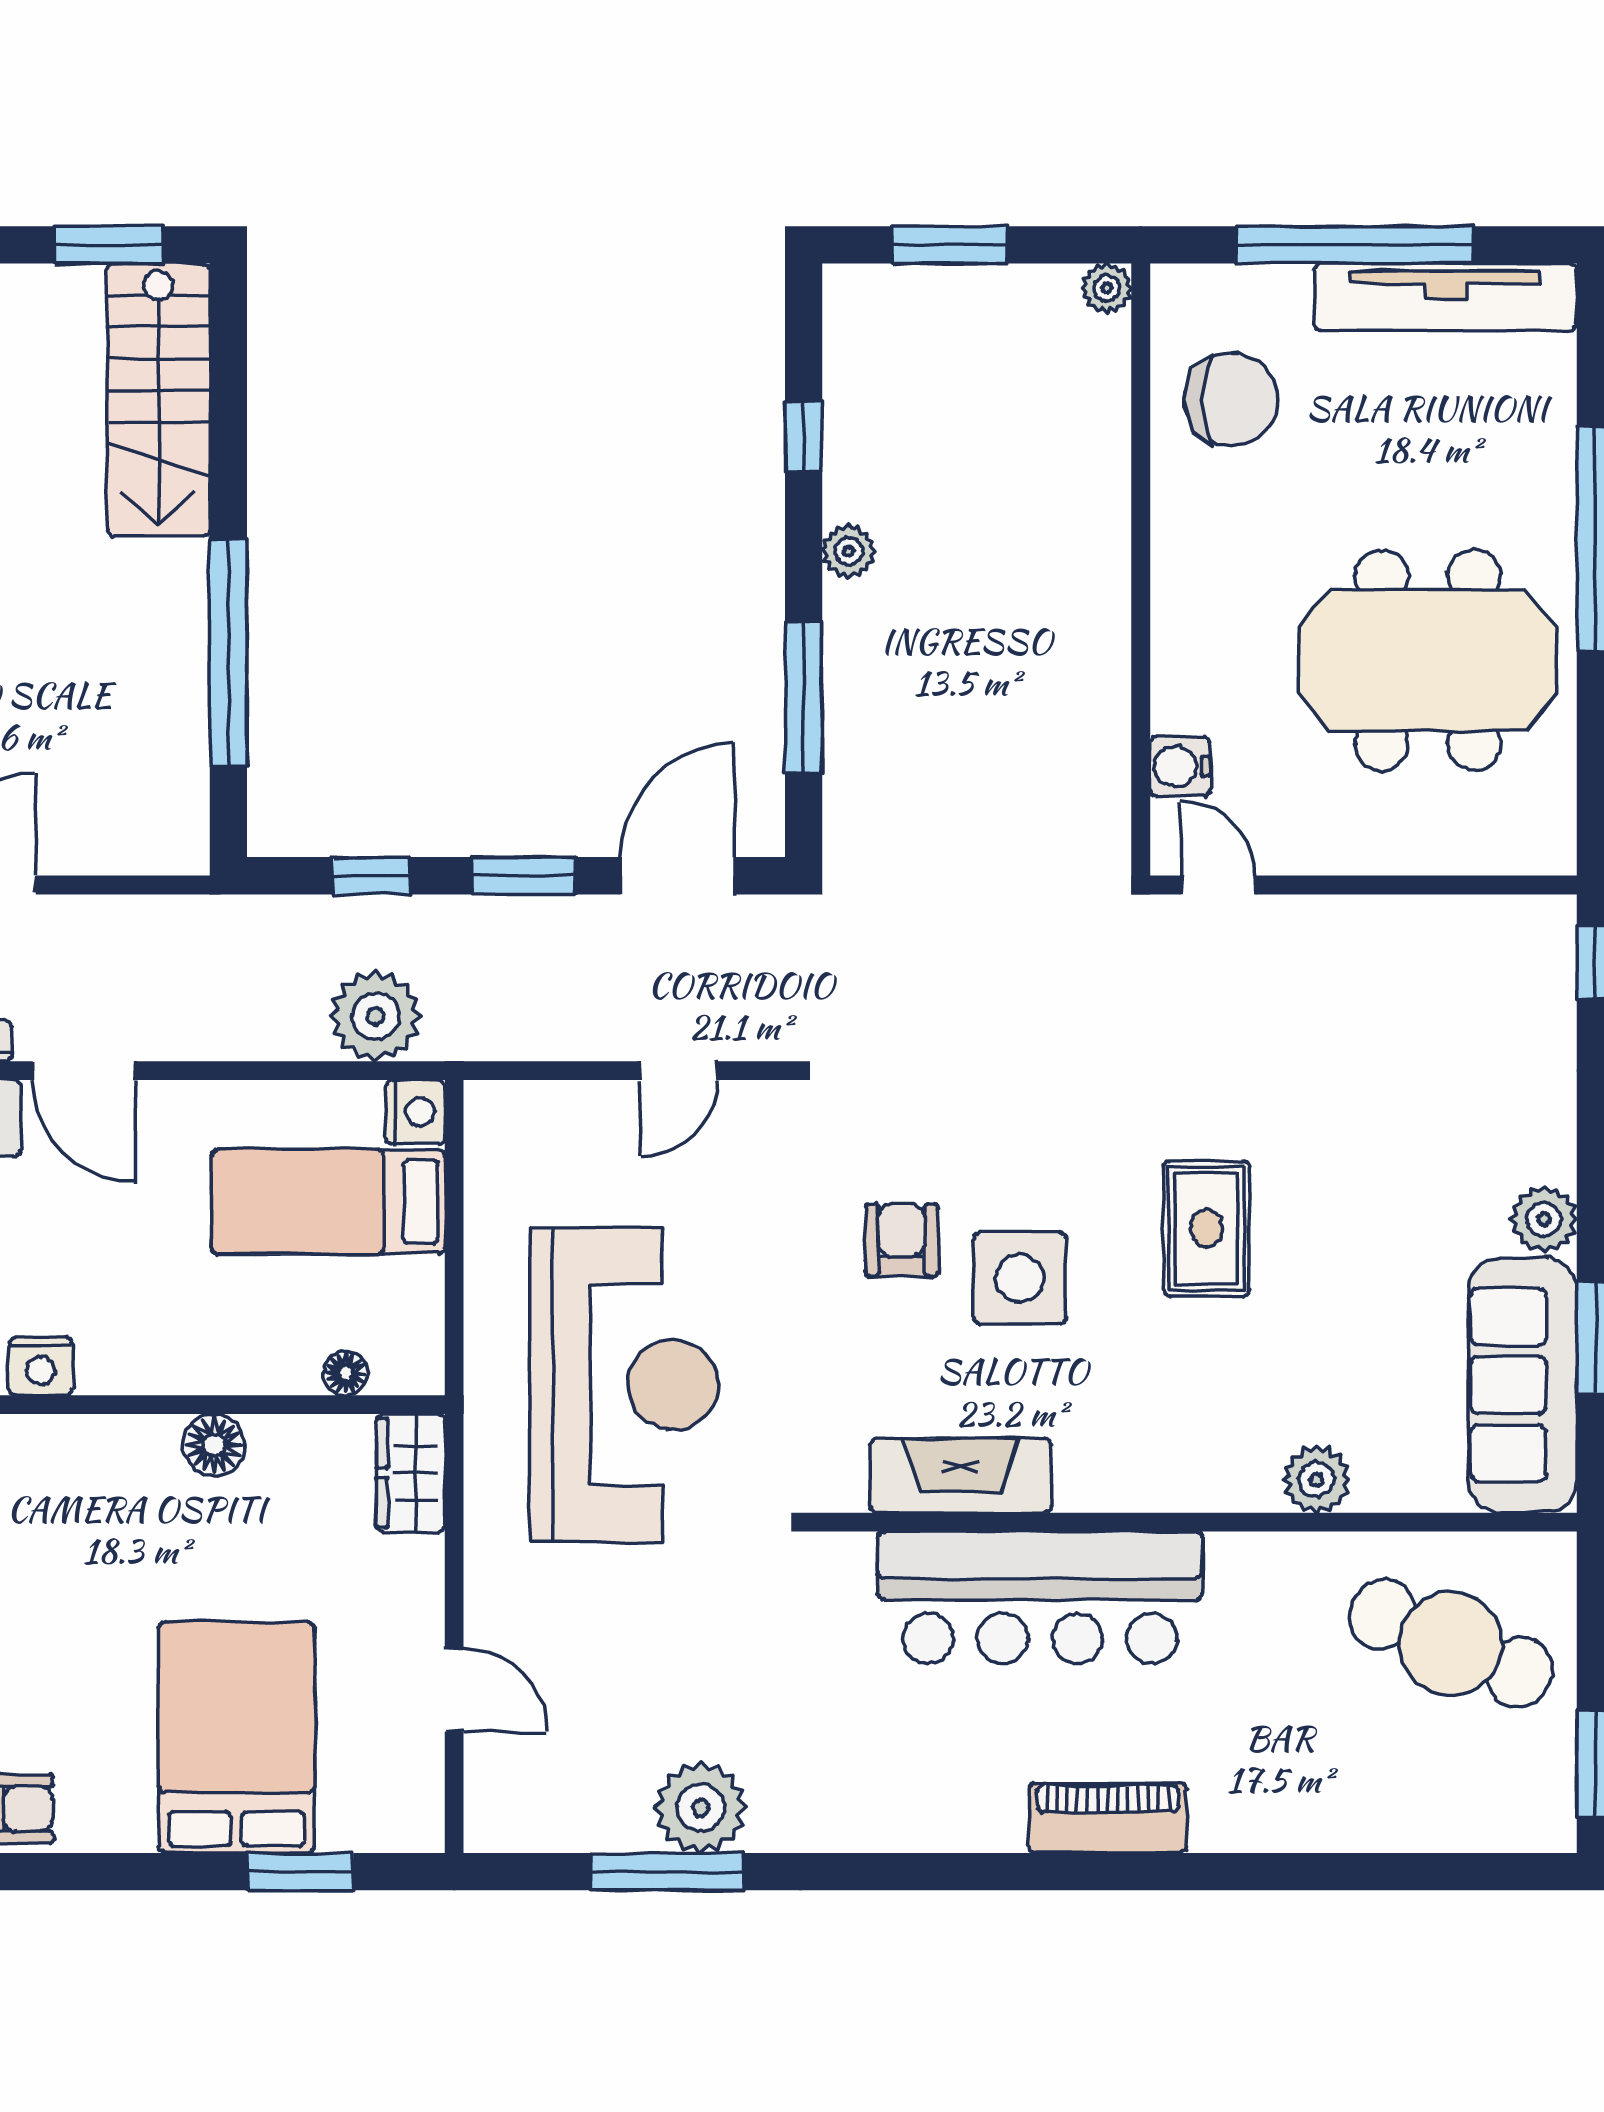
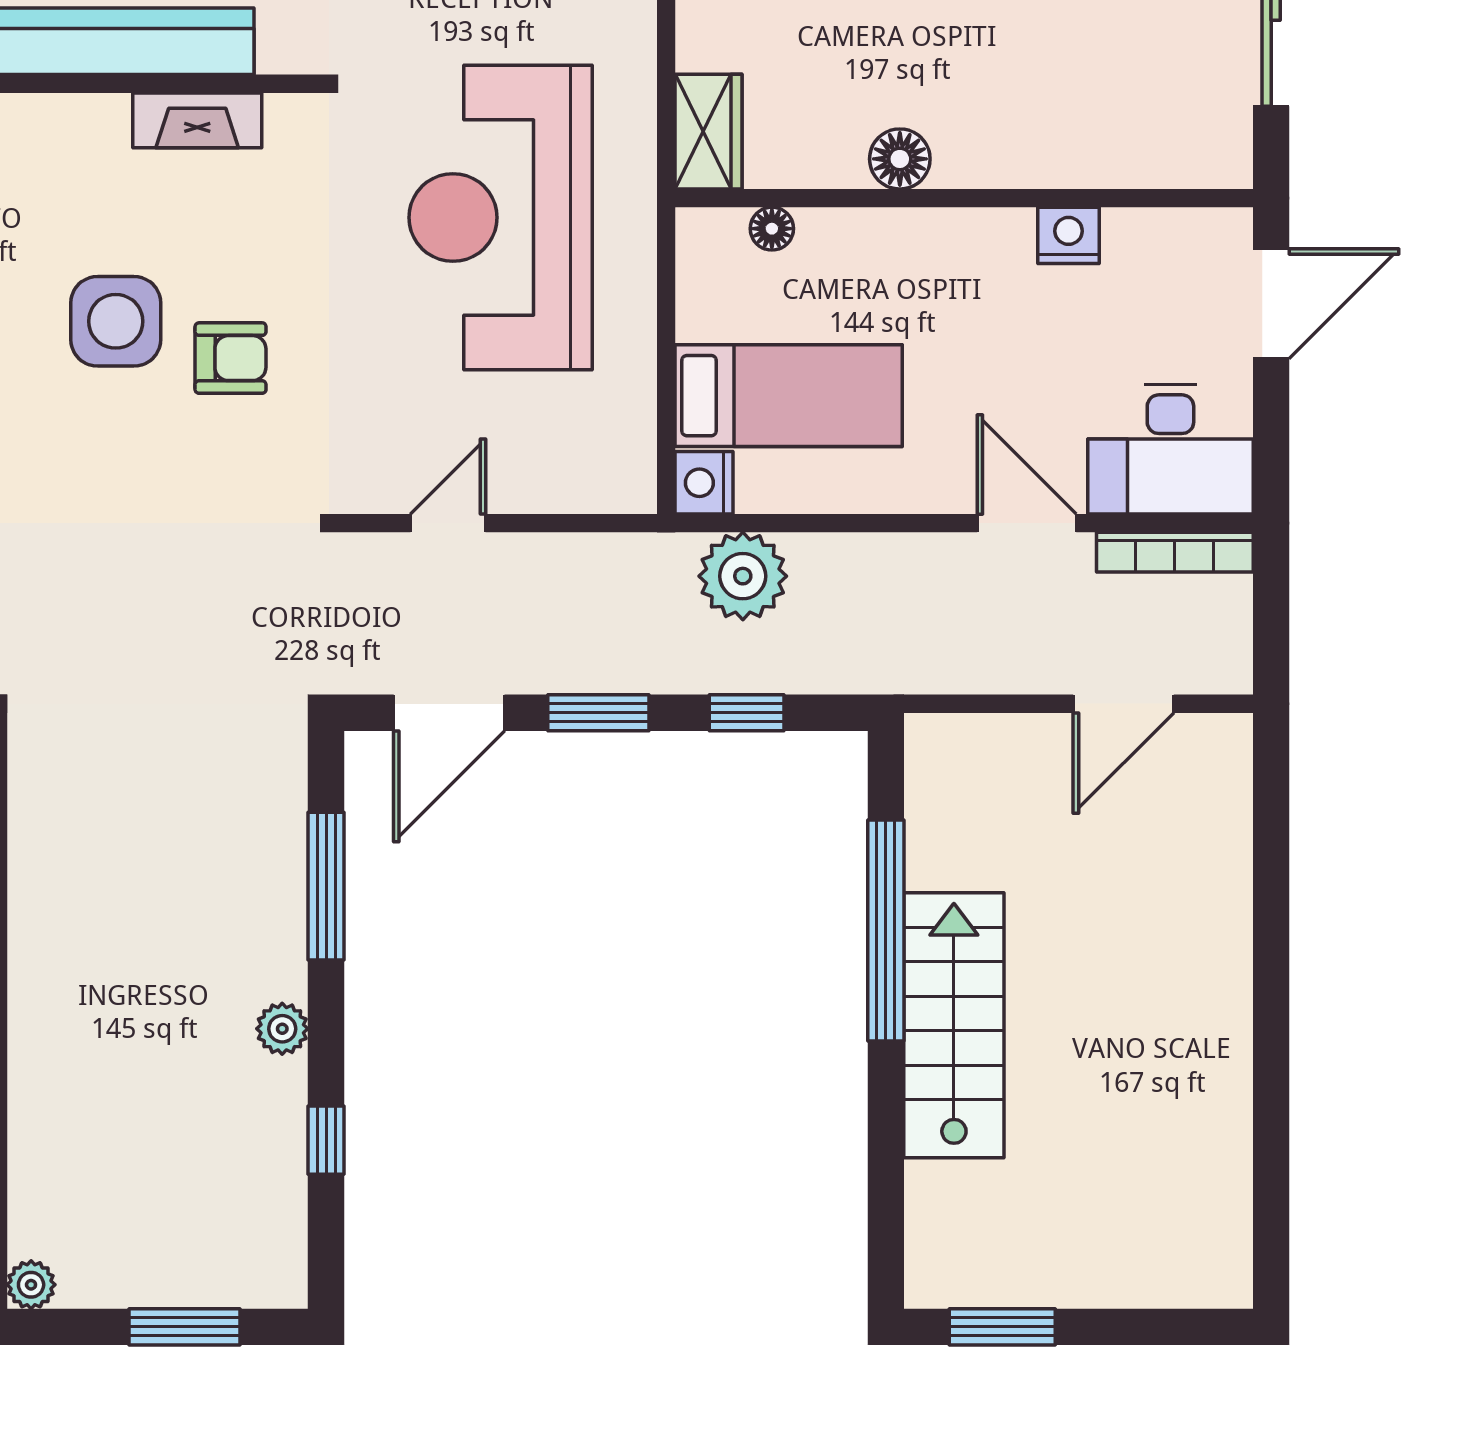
stairs: (158, 400) -> (954, 1025), moved
armchair: (902, 1240) -> (231, 358), turned -90
fireplace: (960, 1476) -> (197, 120), width x0.73, depth x0.76

